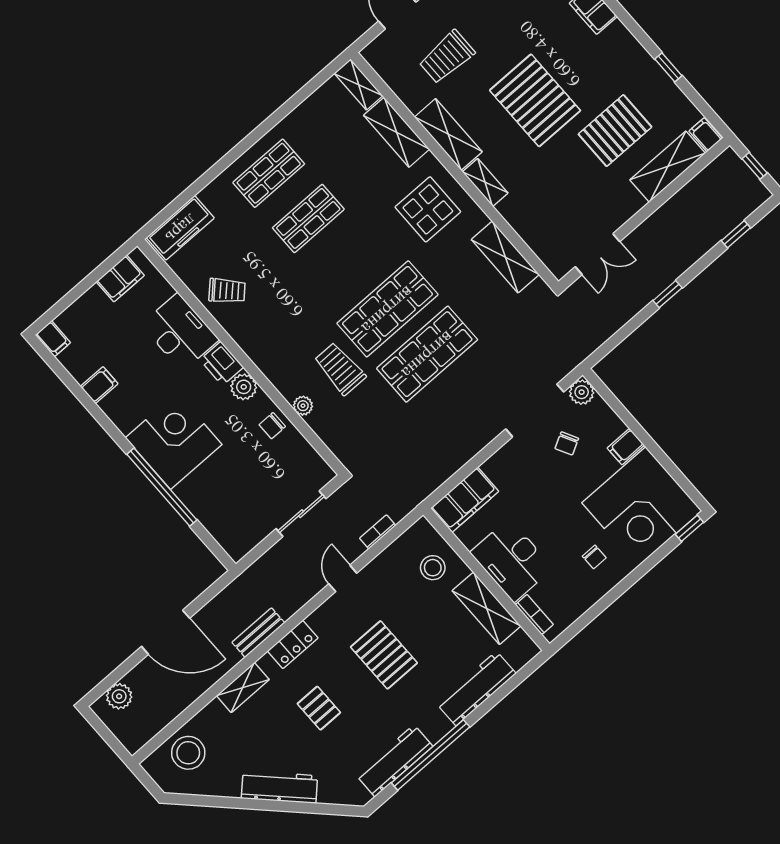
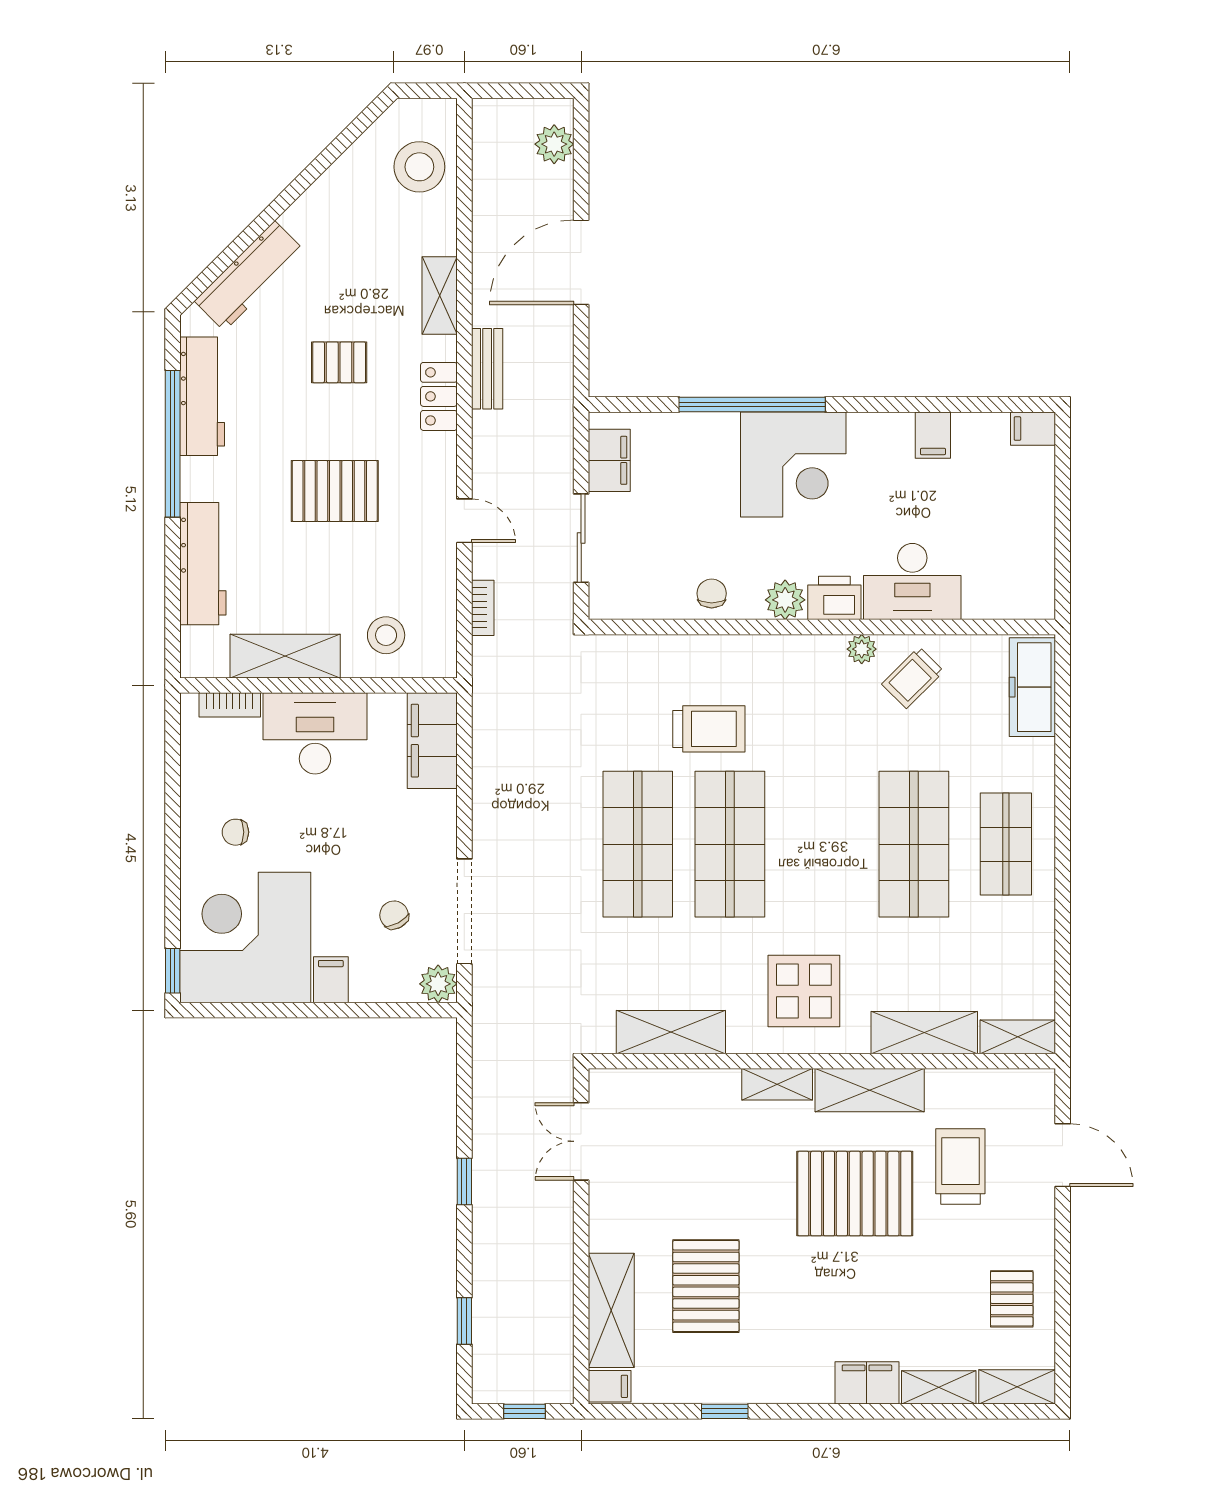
pallet: (535, 100) -> (855, 1194), moved
shop shelf: (308, 218) -> (914, 844), width x1.43, depth x1.36
filing cabinet: (120, 278) -> (609, 460), moved, turned 180
plant: (303, 406) -> (862, 649), moved
workbench: (279, 787) -> (249, 276), moved

